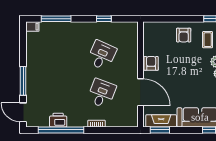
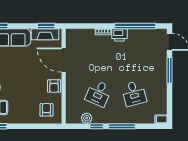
window: (56, 19) -> (122, 126), moved
plant: (115, 28) -> (87, 118), added
armchair: (184, 35) -> (46, 110), moved
desk: (102, 93) -> (134, 93), moved, turned -36
printer: (58, 120) -> (120, 35), moved

